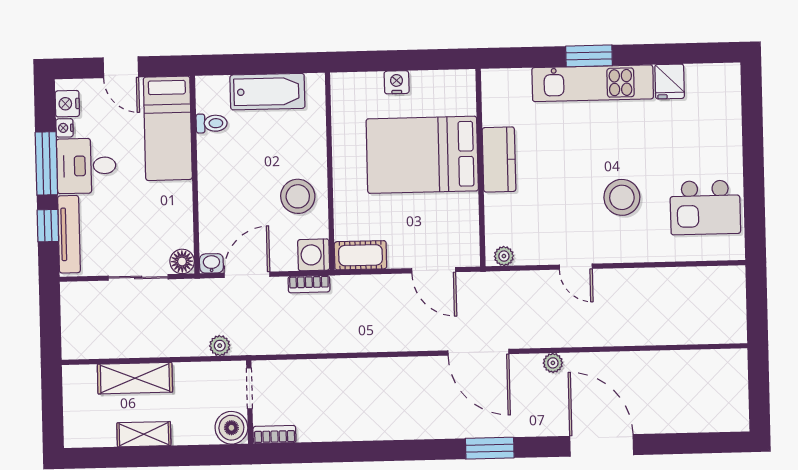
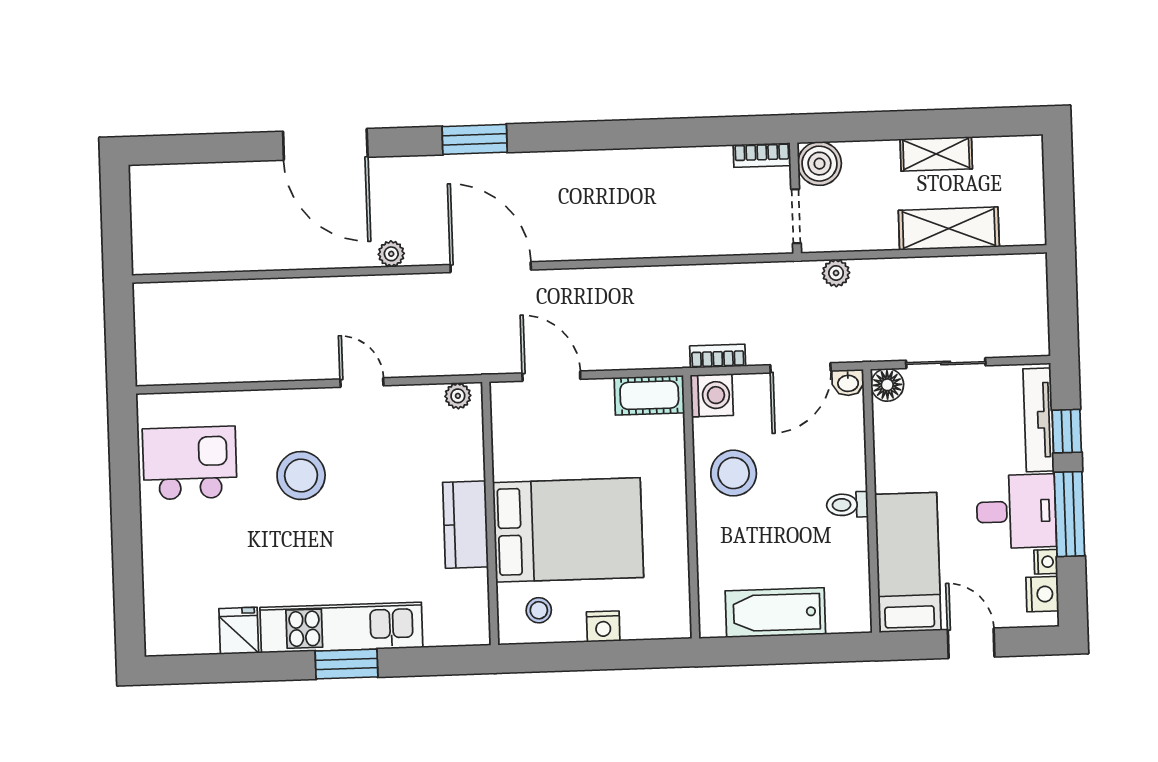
stool: (445, 95) -> (539, 610), added
toilet: (212, 123) -> (847, 505), moved

